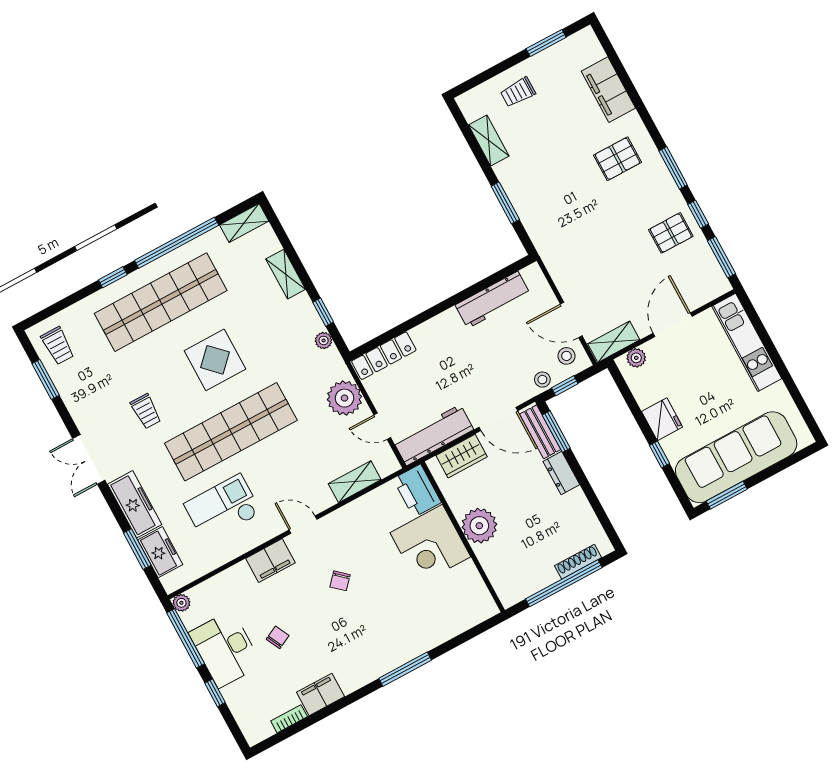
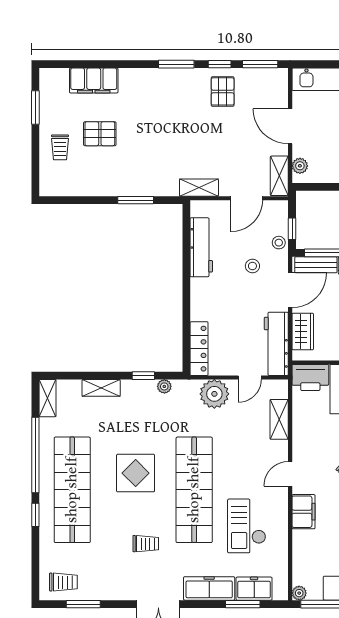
shelving: (489, 140) -> (199, 188), moved
pallet: (617, 159) -> (100, 134), moved, turned 90
stool: (566, 356) -> (252, 266), moved

